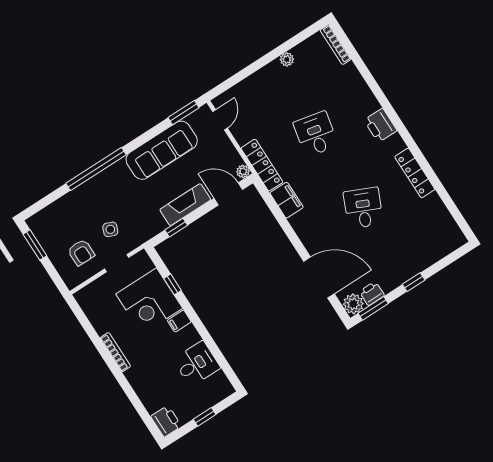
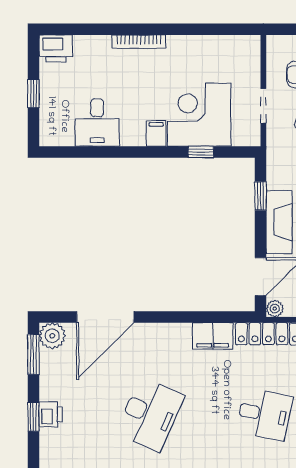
desk: (363, 208) -> (150, 414), width x1.37
printer: (372, 293) -> (51, 414), moved
bookcase: (115, 352) -> (139, 42), moved

